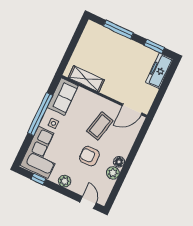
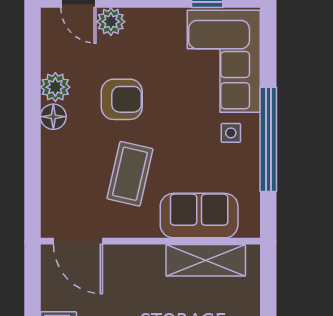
sofa: (63, 97) -> (199, 216), moved, turned 90
door: (132, 109) -> (78, 241), swing flipped
plant: (65, 181) -> (111, 22), moved

